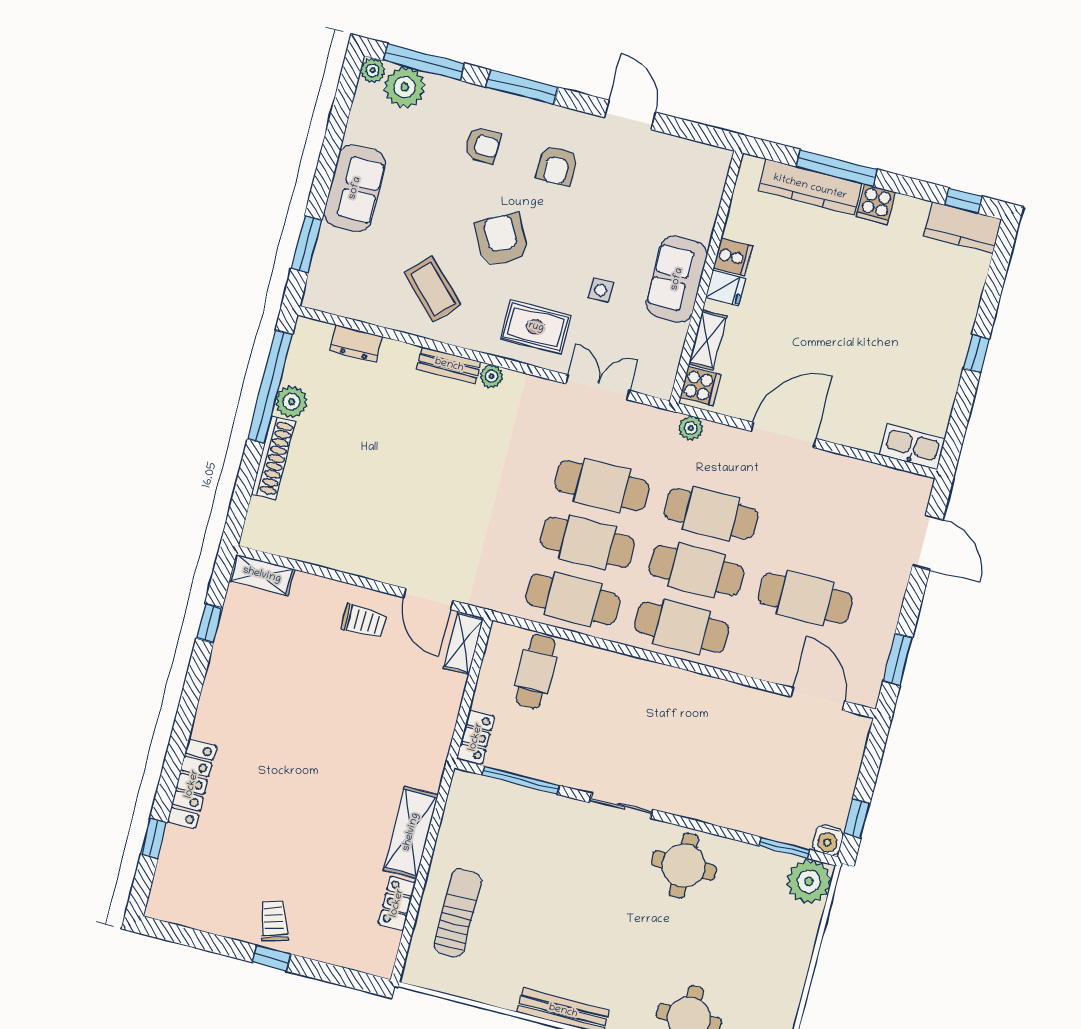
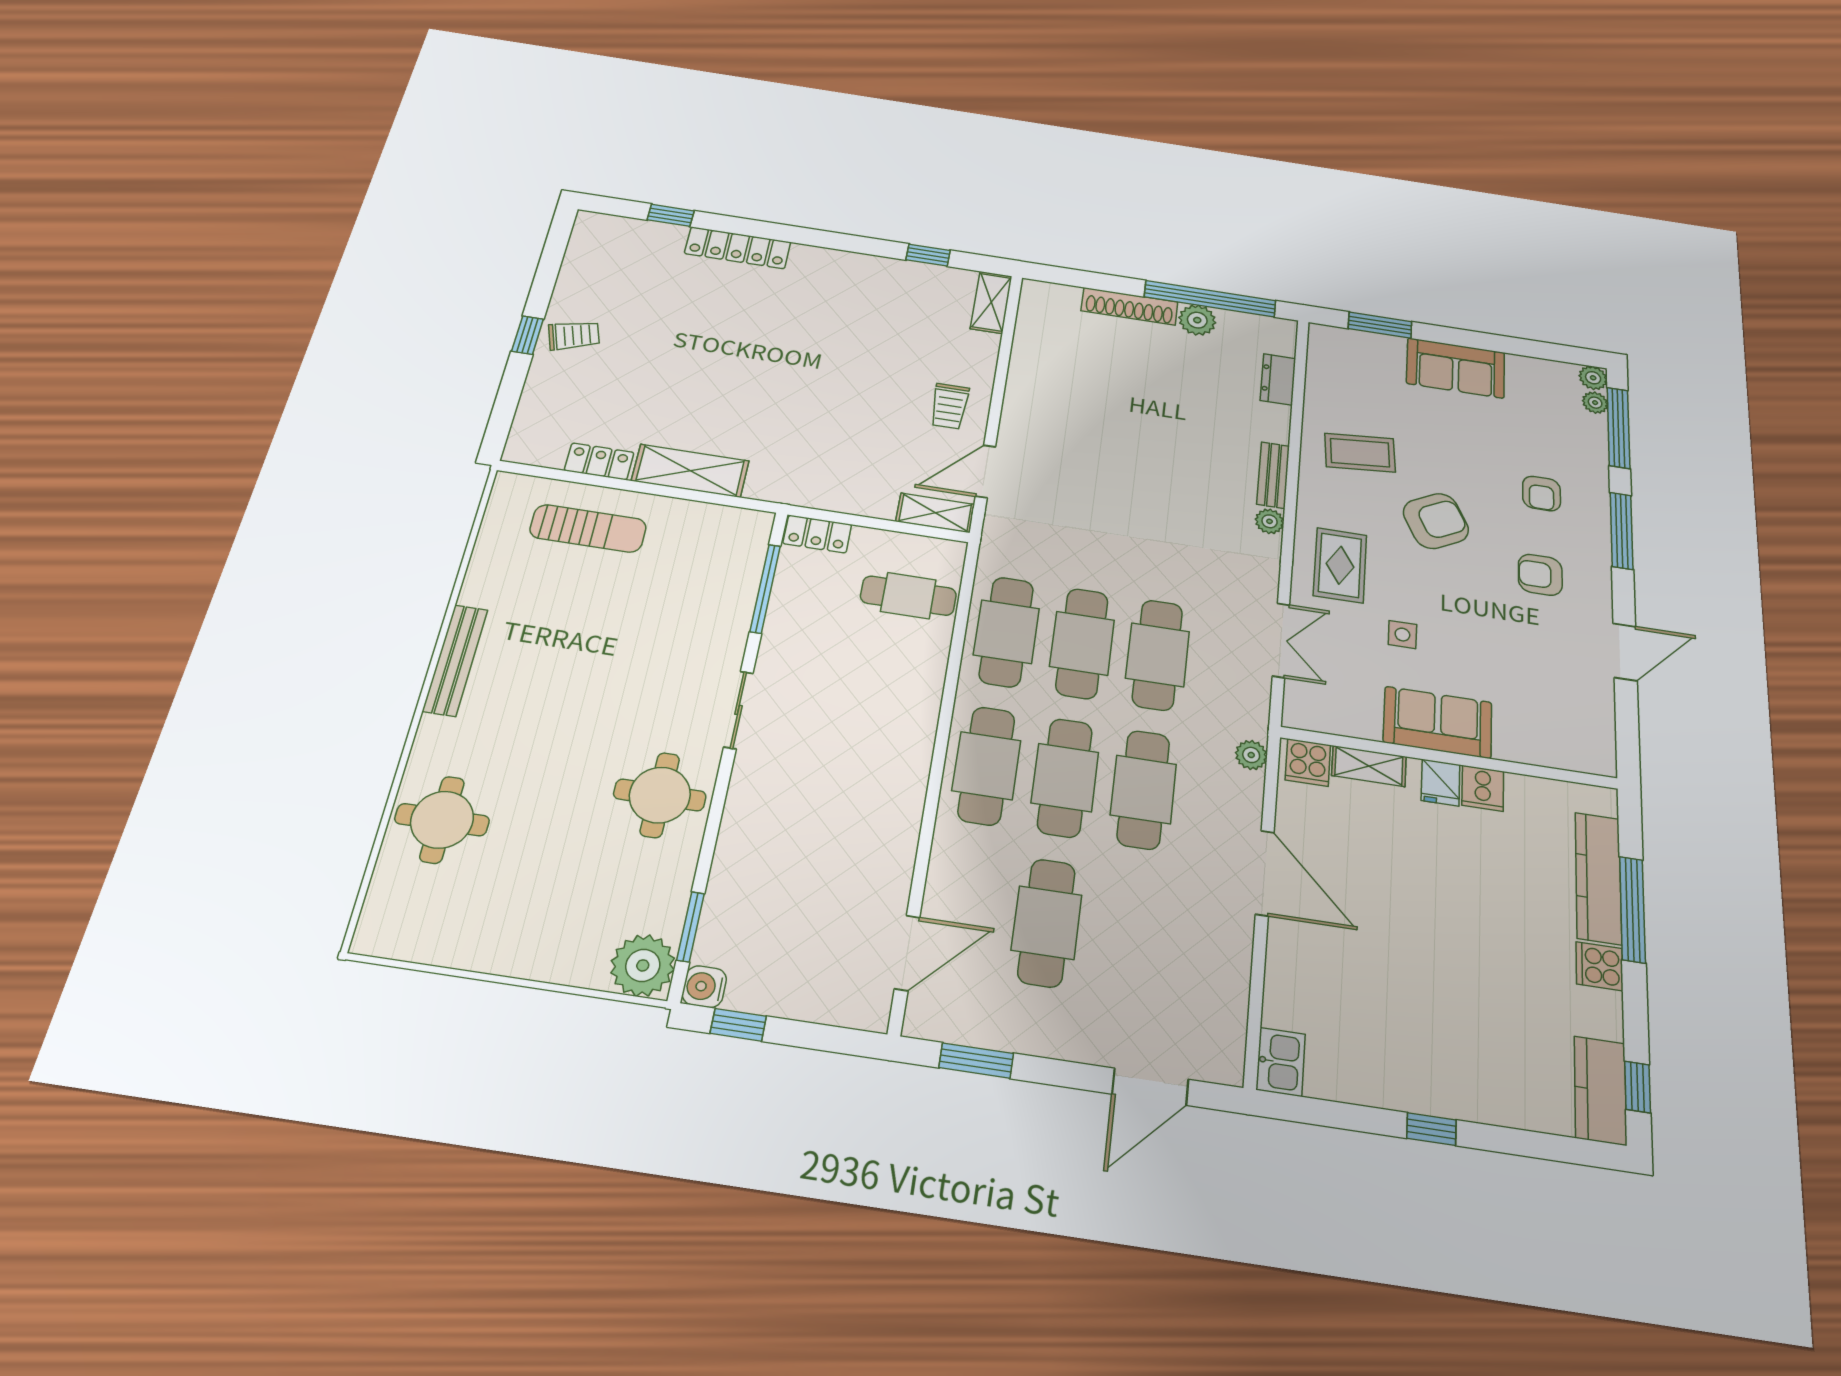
plant: (405, 87) -> (1595, 403), width x0.53, depth x0.53
coffee table: (433, 289) -> (1360, 453), turned 40
kitchen sink: (912, 447) -> (1281, 1062), width x0.73

